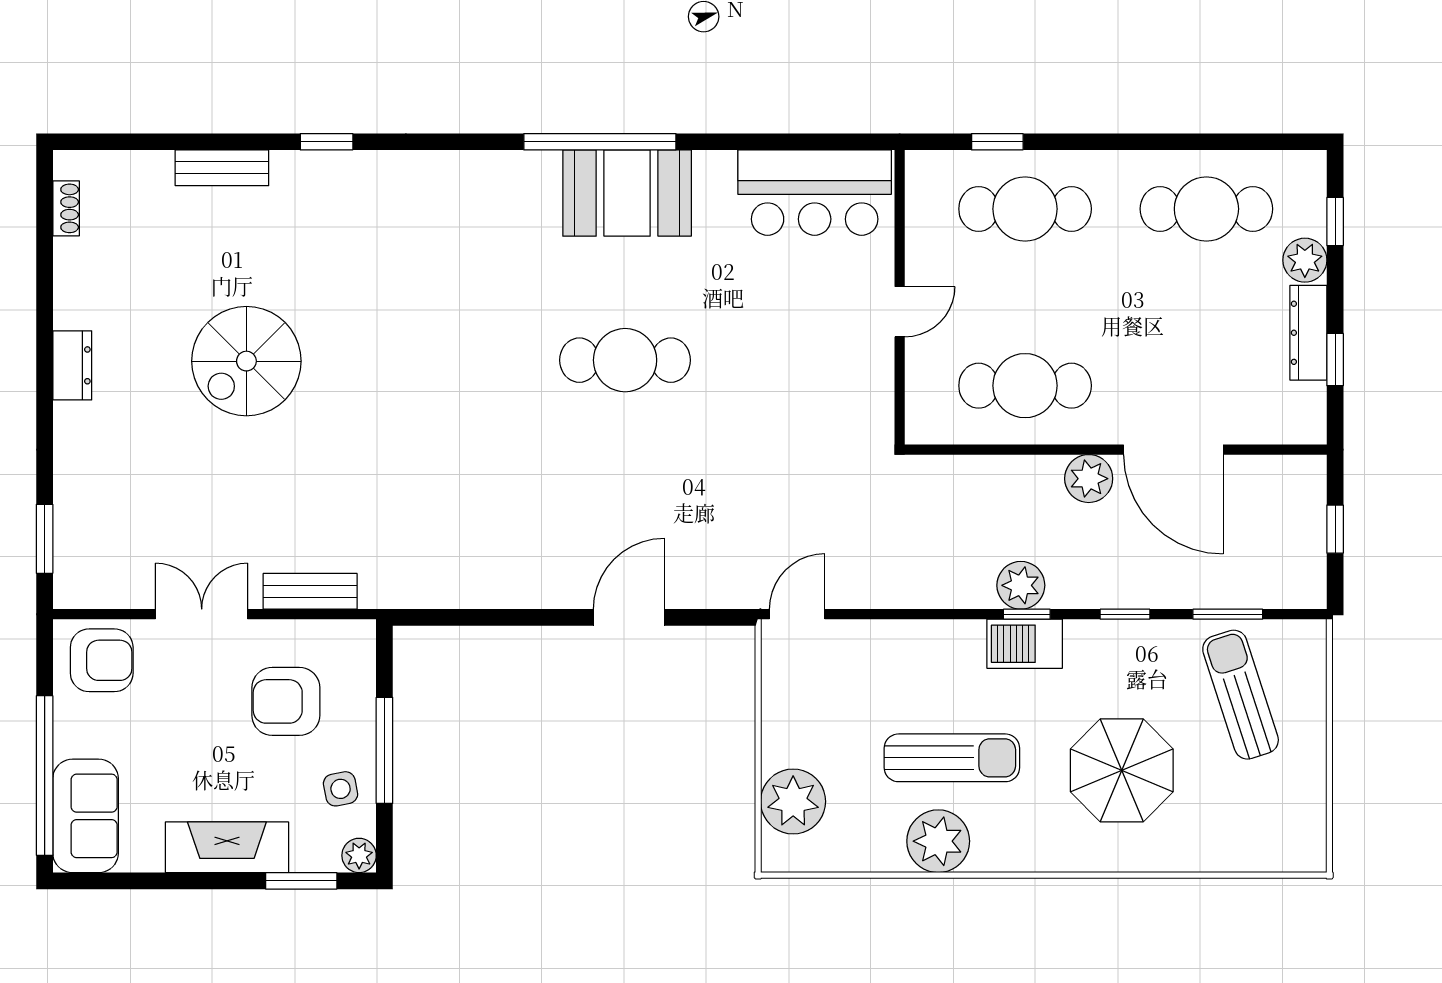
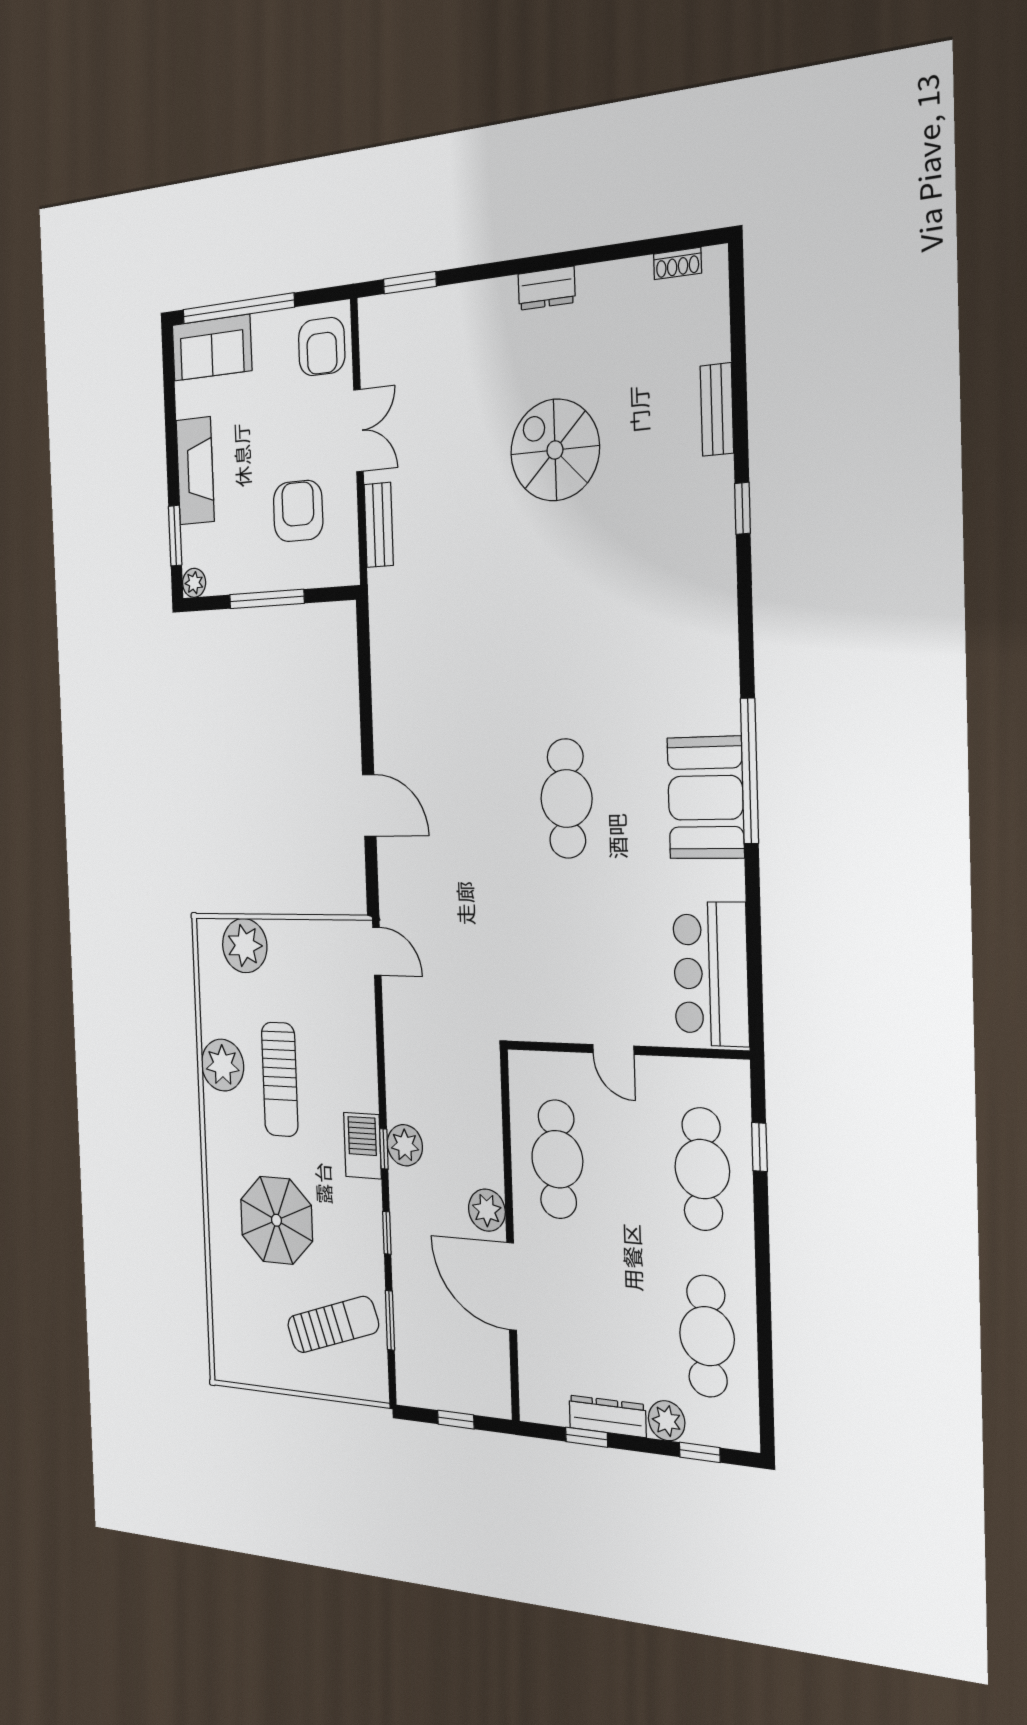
door: (1173, 450) -> (512, 1286), hinge flipped
side table: (341, 789) -> (239, 563), removed

